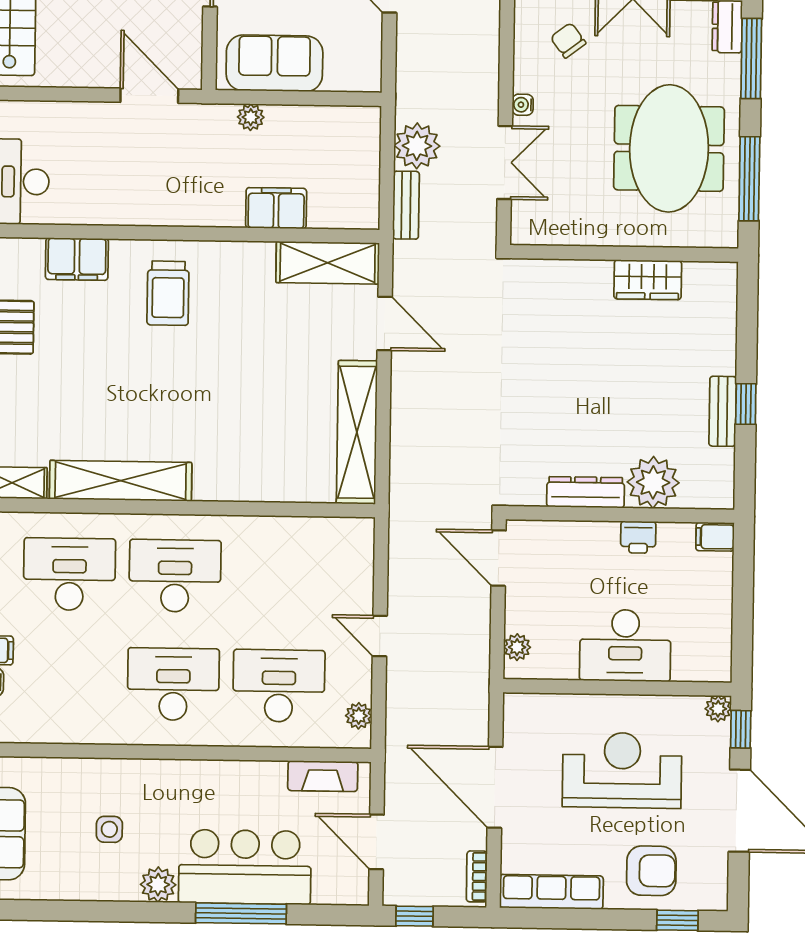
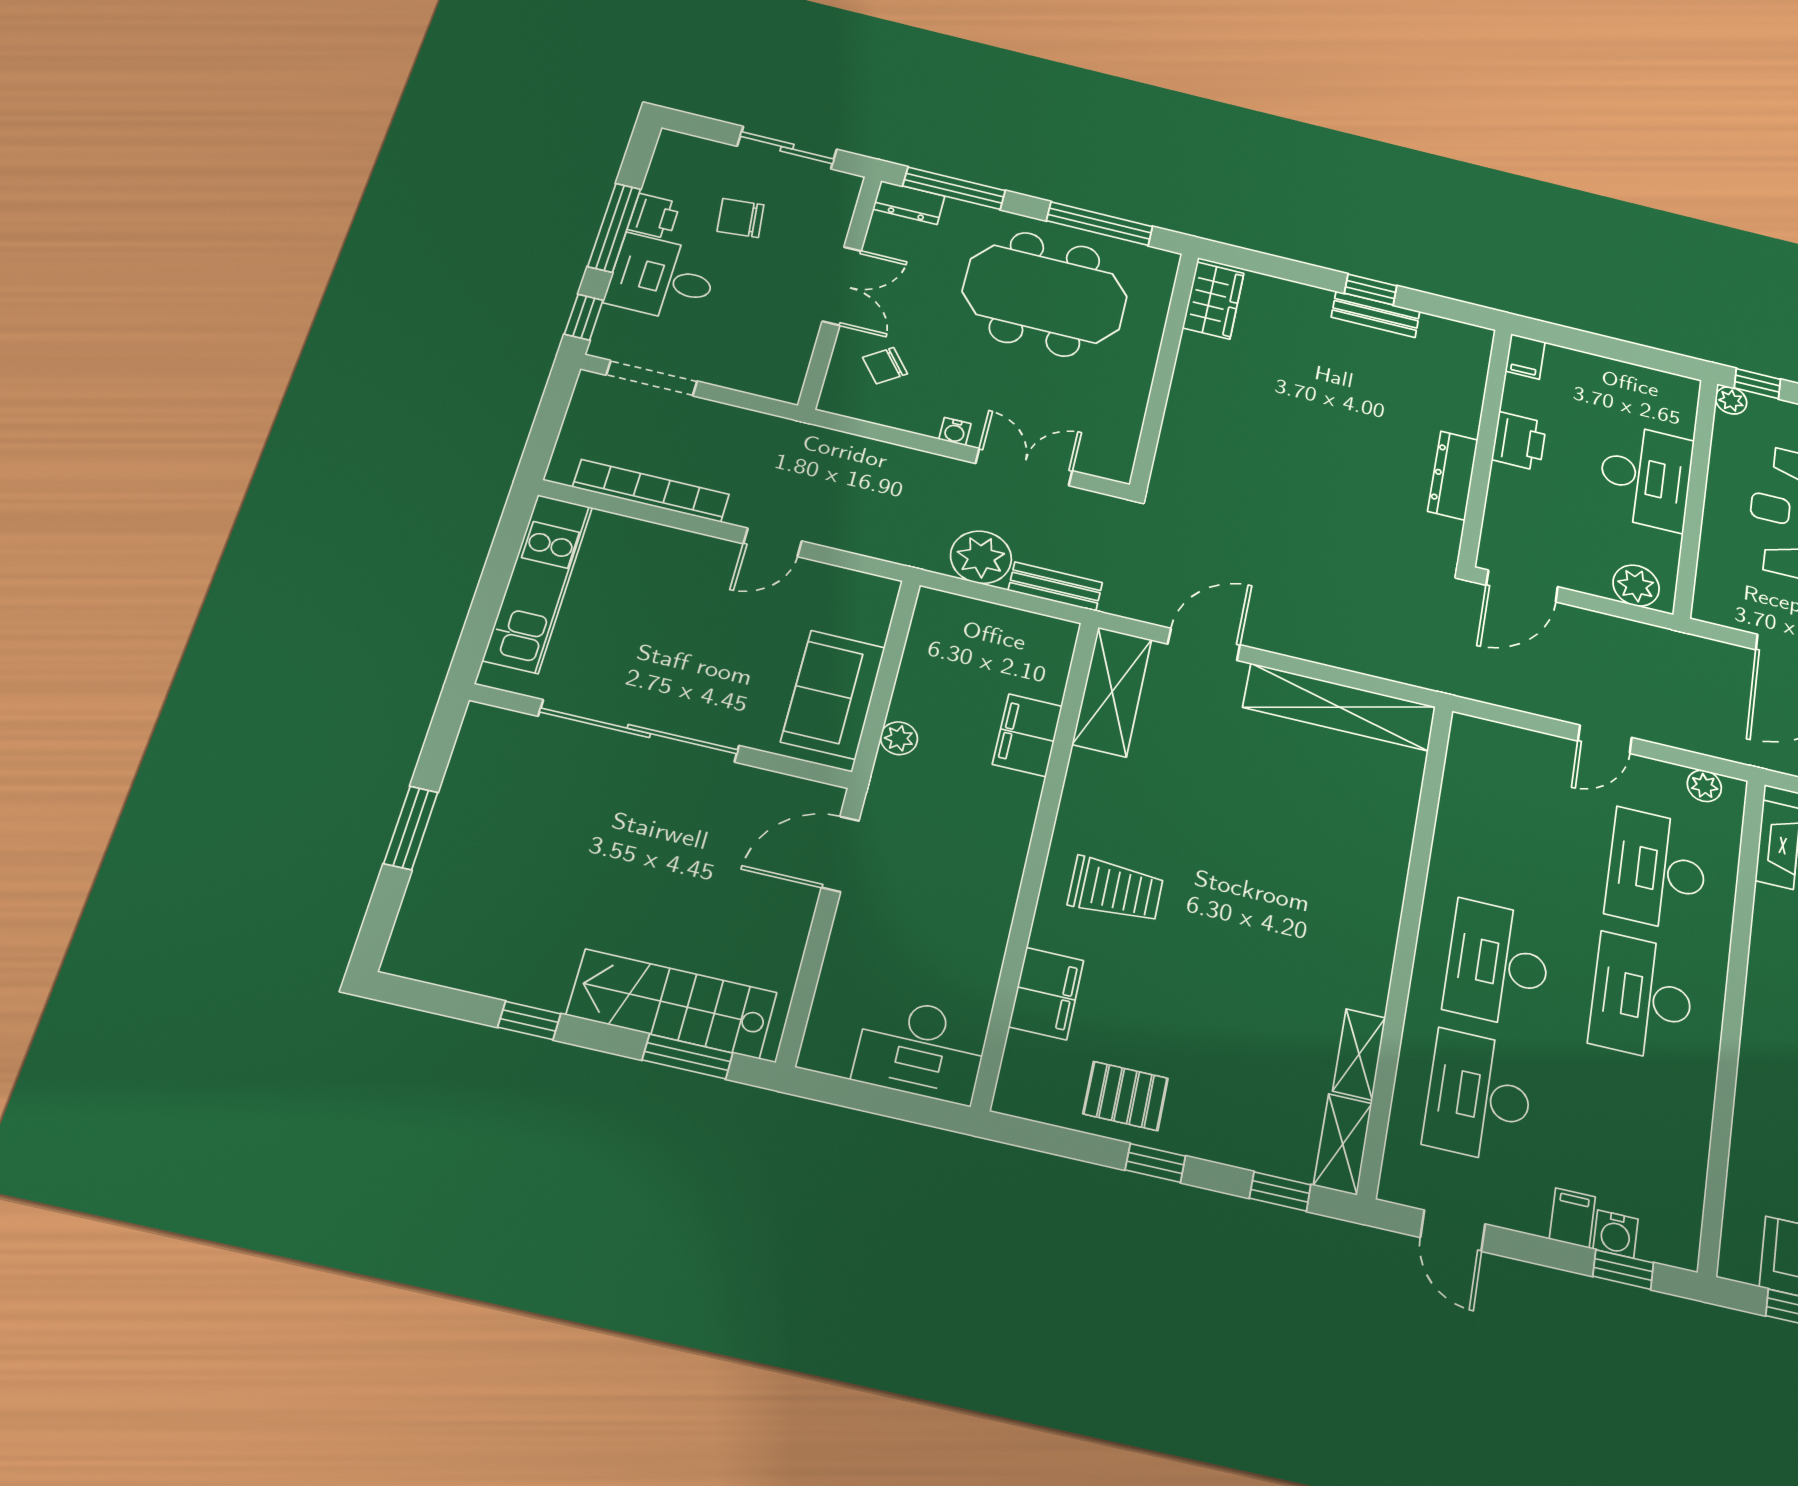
wardrobe: (648, 280) -> (1213, 300), moved
shelving: (121, 481) -> (1359, 1054), width x0.45, depth x0.75
plant: (653, 482) -> (1451, 403), removed
printer: (638, 537) -> (1519, 441), width x1.36, depth x1.24
plant: (517, 647) -> (1636, 586), width x1.38, depth x1.38

